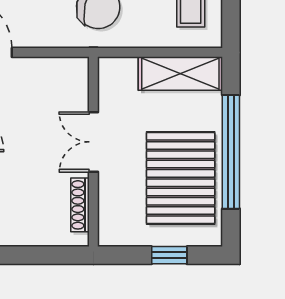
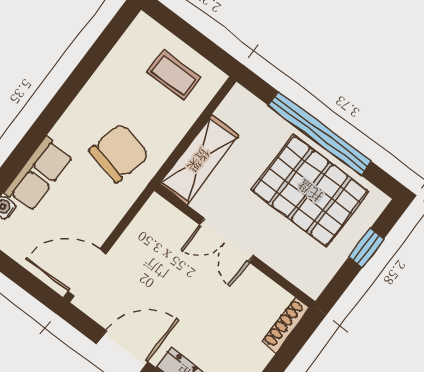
shelving: (180, 74) -> (199, 160), moved
shoe rack: (80, 205) -> (286, 325), moved, turned 90

